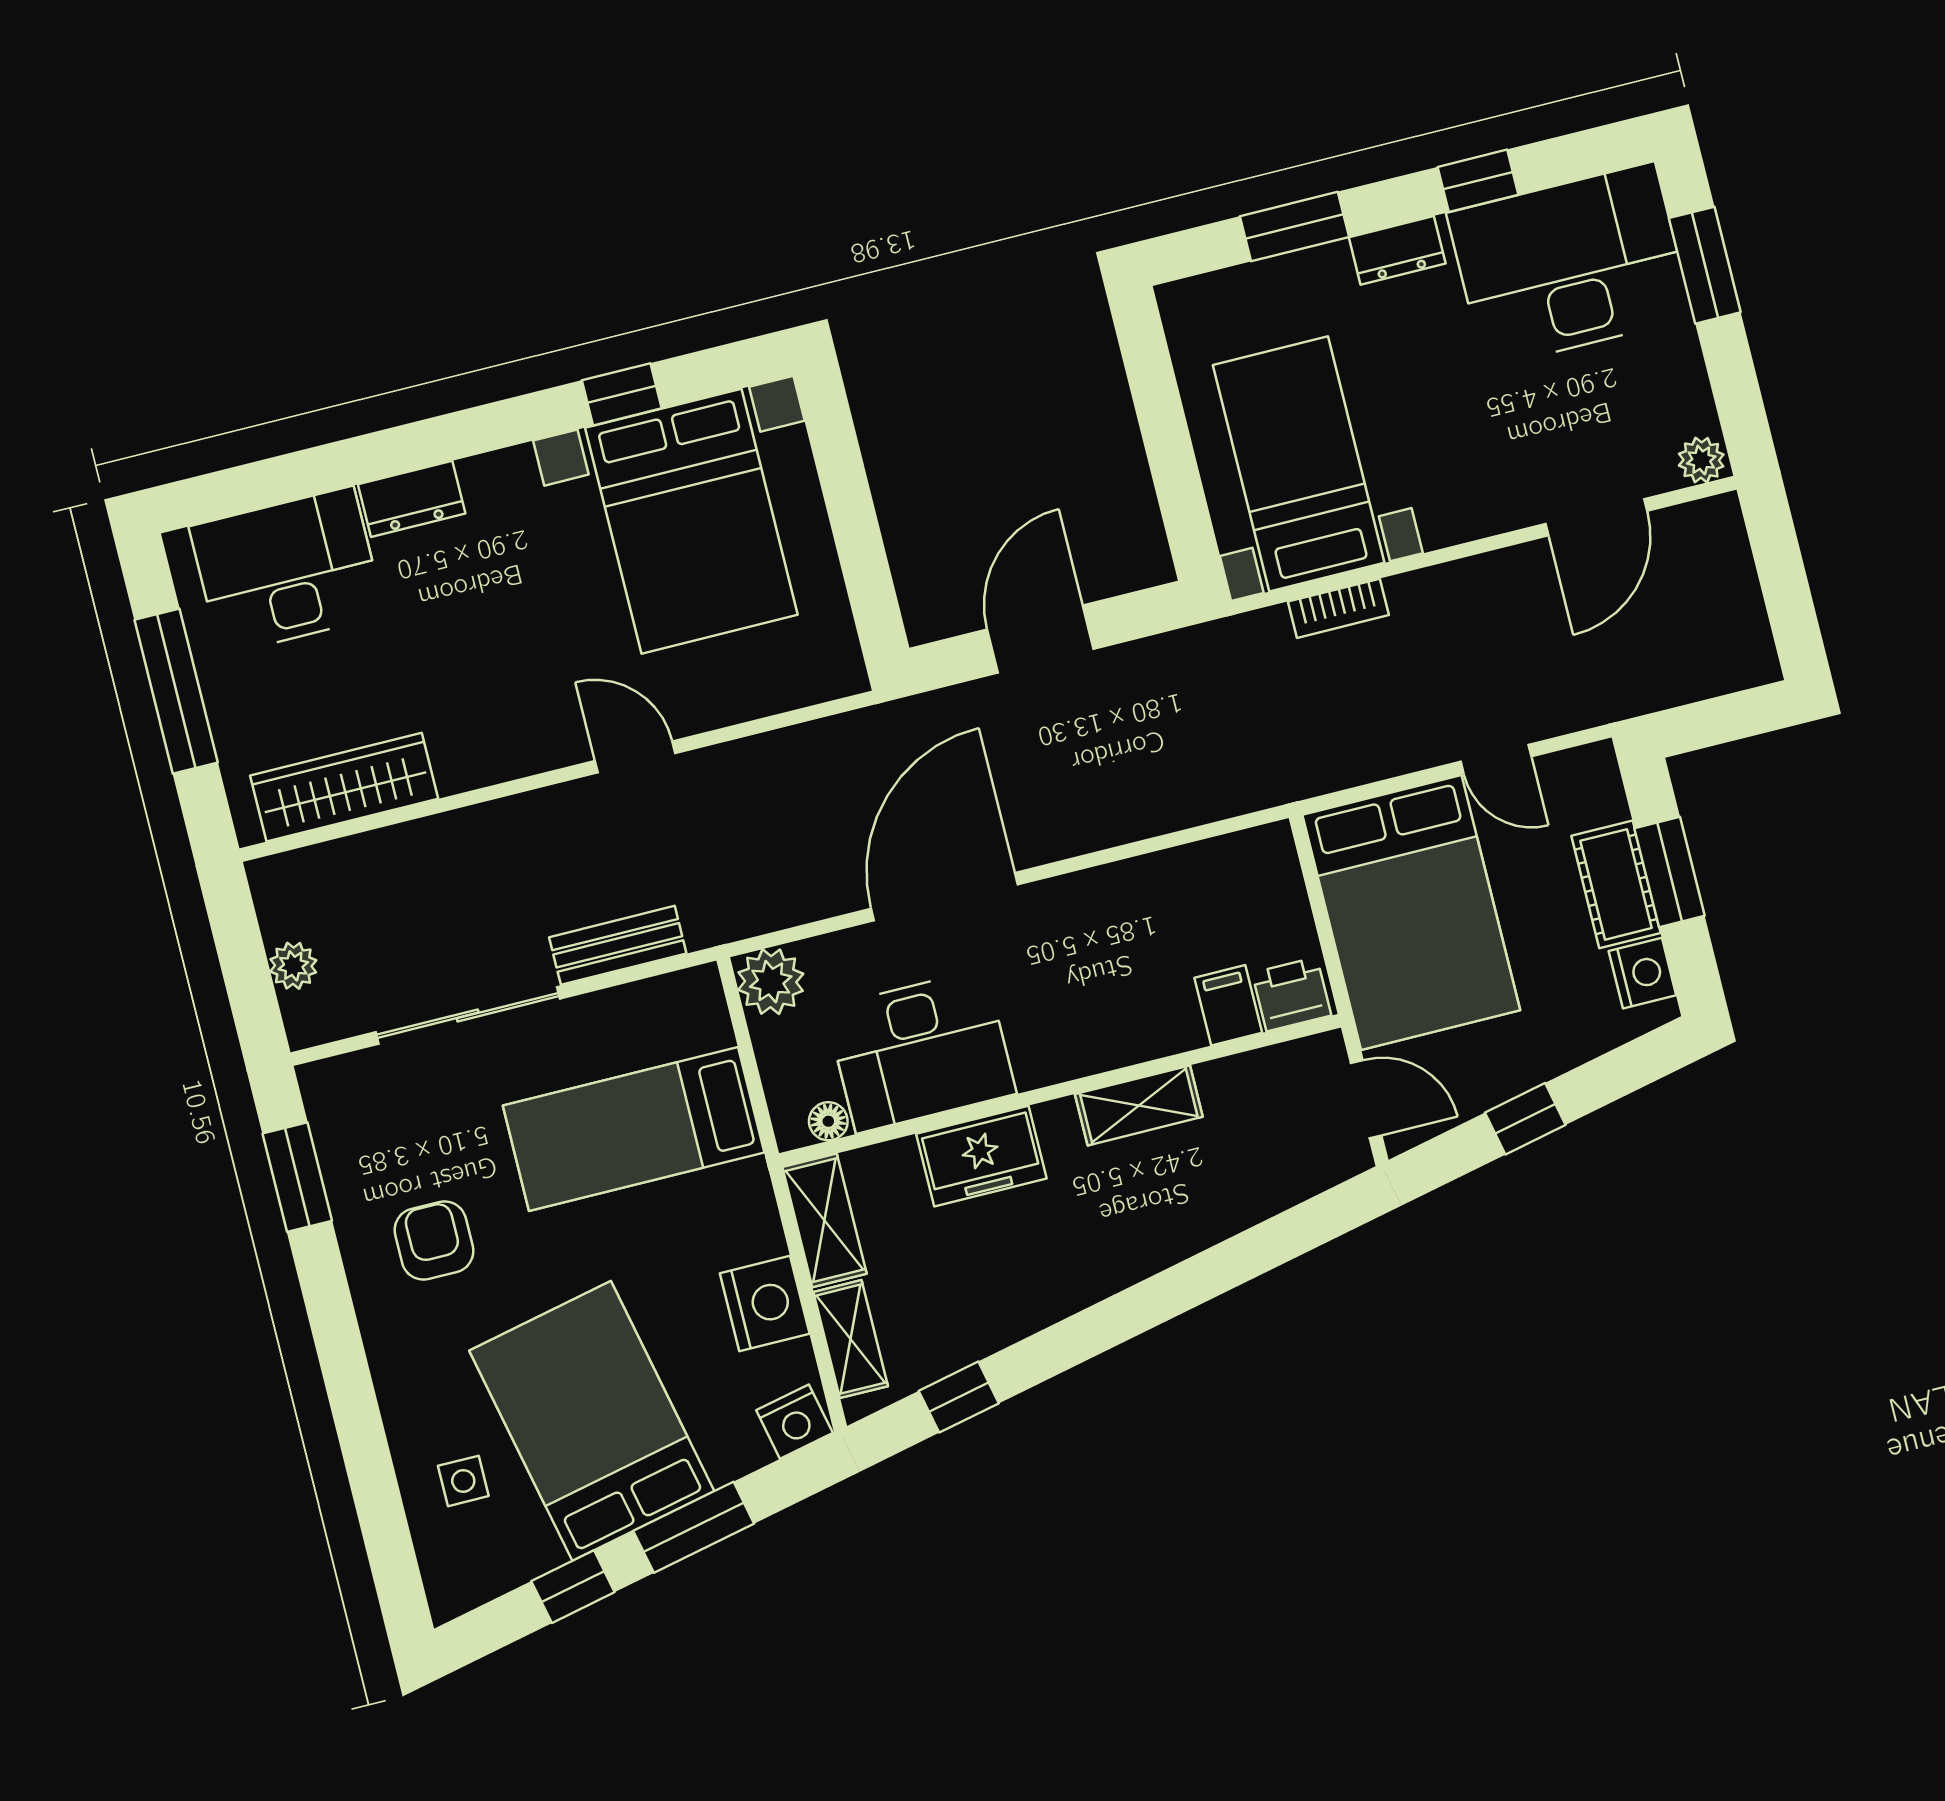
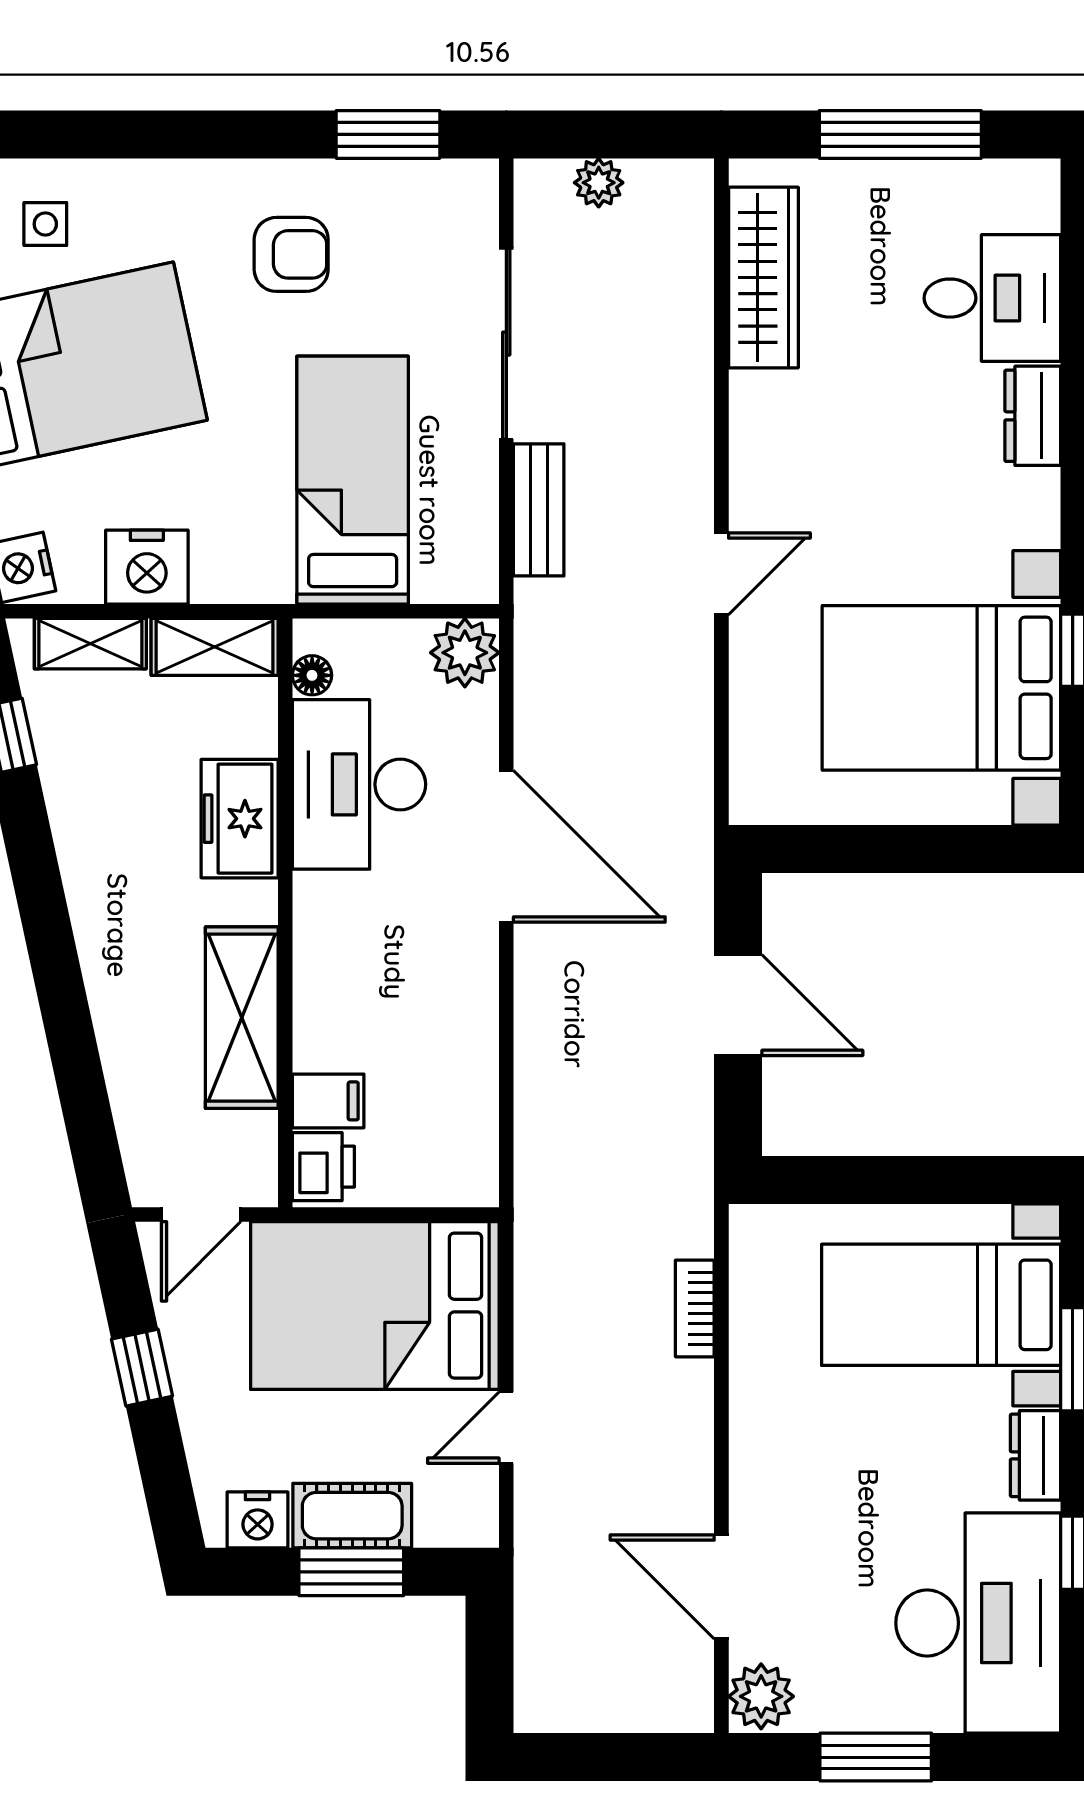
window: (1705, 265) -> (876, 1757), moved
plant: (1701, 460) -> (761, 1696), width x1.38, depth x1.38
bed with nightstands: (1299, 464) -> (941, 1305), moved, turned 180
desk: (287, 571) -> (992, 298), width x0.73
shelving: (1139, 1105) -> (242, 1018), width x1.50, depth x1.33

